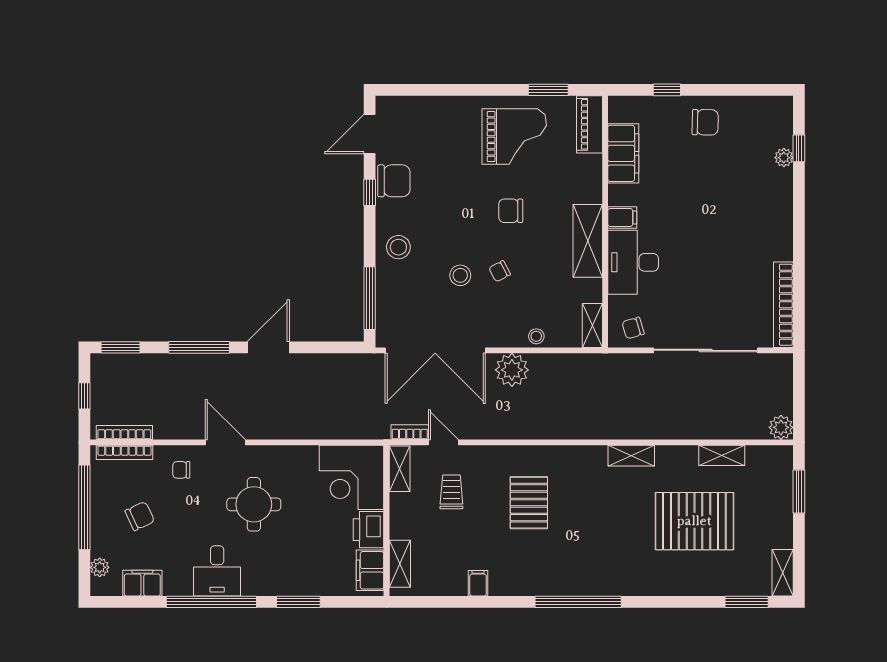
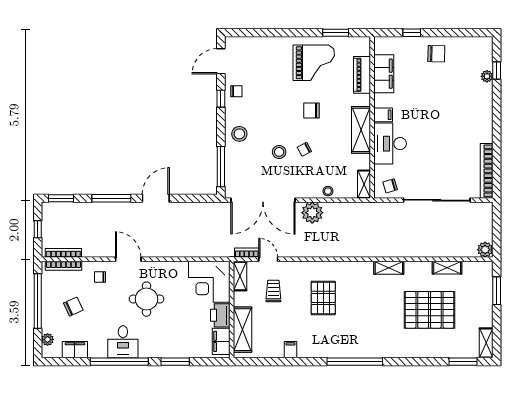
piano: (589, 124) -> (362, 75), moved
chair: (394, 181) -> (236, 91), width x0.54, depth x0.54
shelving: (400, 564) -> (243, 330), width x1.50, depth x1.33

